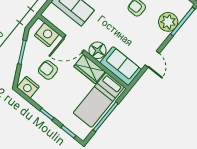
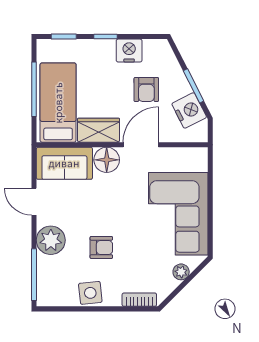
plant: (168, 22) -> (51, 240), moved
nightstand: (47, 35) -> (189, 110), moved, turned -117
armchair: (48, 70) -> (146, 90), turned 90
nightstand: (28, 87) -> (129, 51), moved

